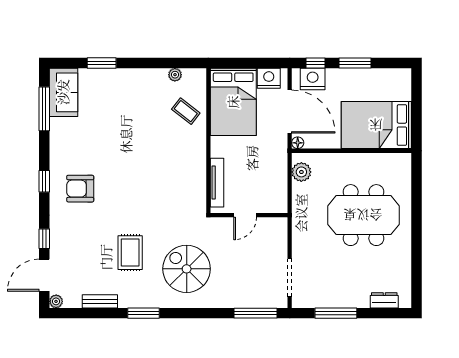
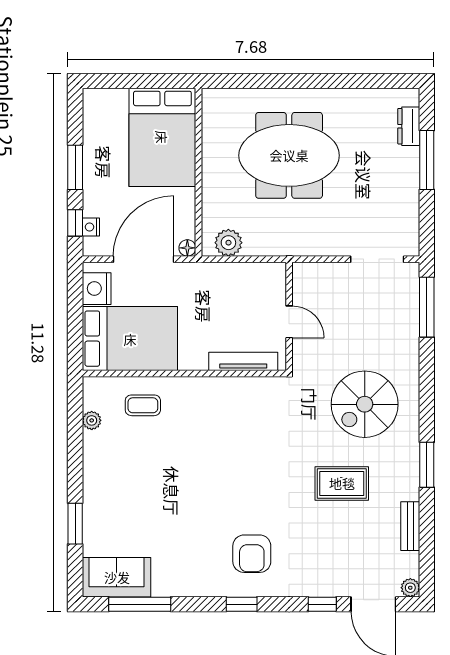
nightstand: (313, 79) -> (91, 227), width x0.53, depth x0.56
coffee table: (186, 111) -> (143, 405), turned 52
meeting table: (363, 215) -> (289, 155), turned 90
window: (336, 313) -> (427, 160), moved

